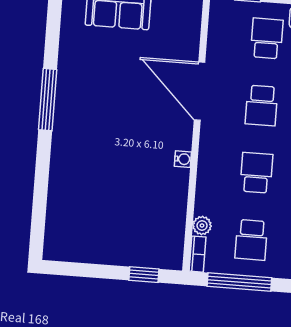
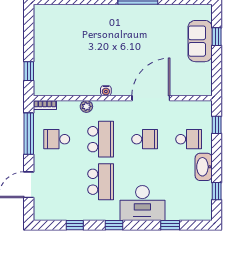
school desk: (262, 106) -> (145, 139), turned 180
school desk: (256, 173) -> (101, 139), width x1.85
plant: (202, 225) -> (86, 106), moved

